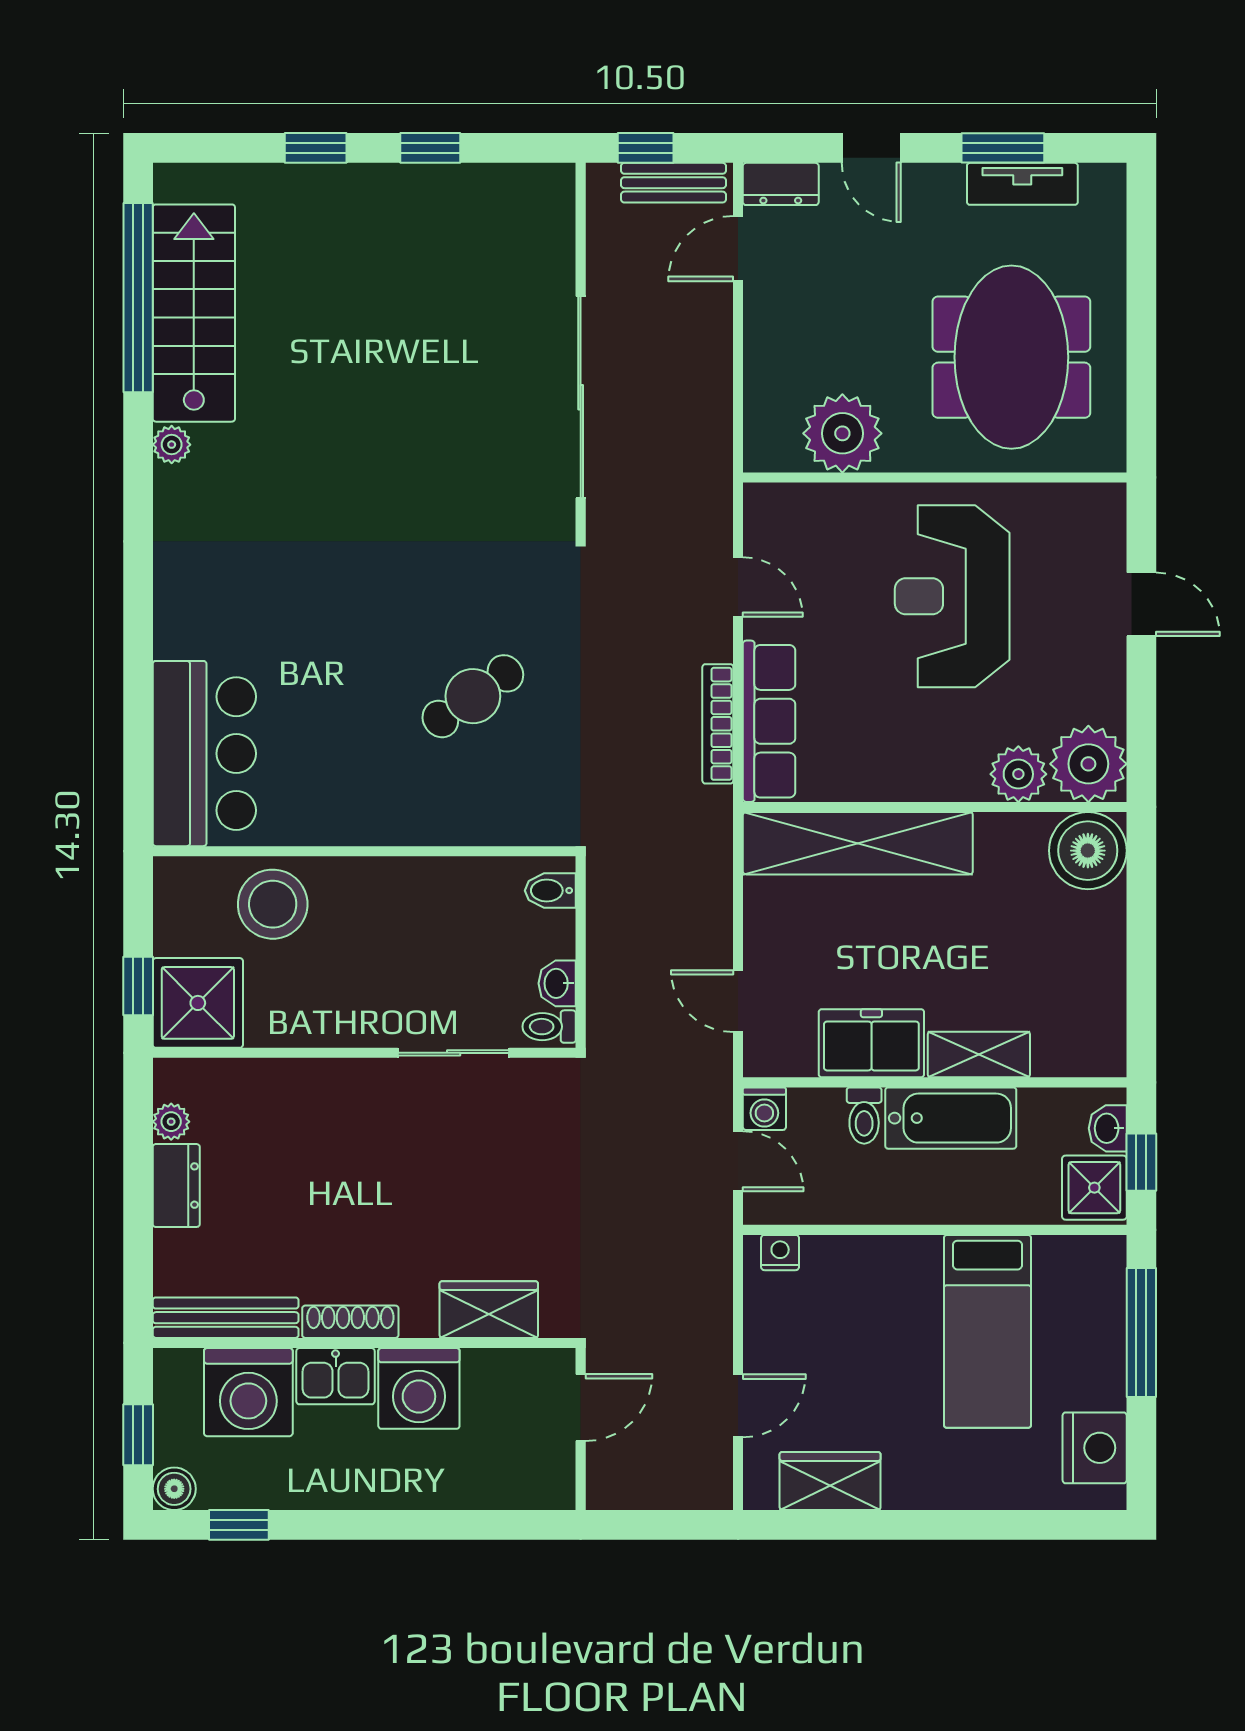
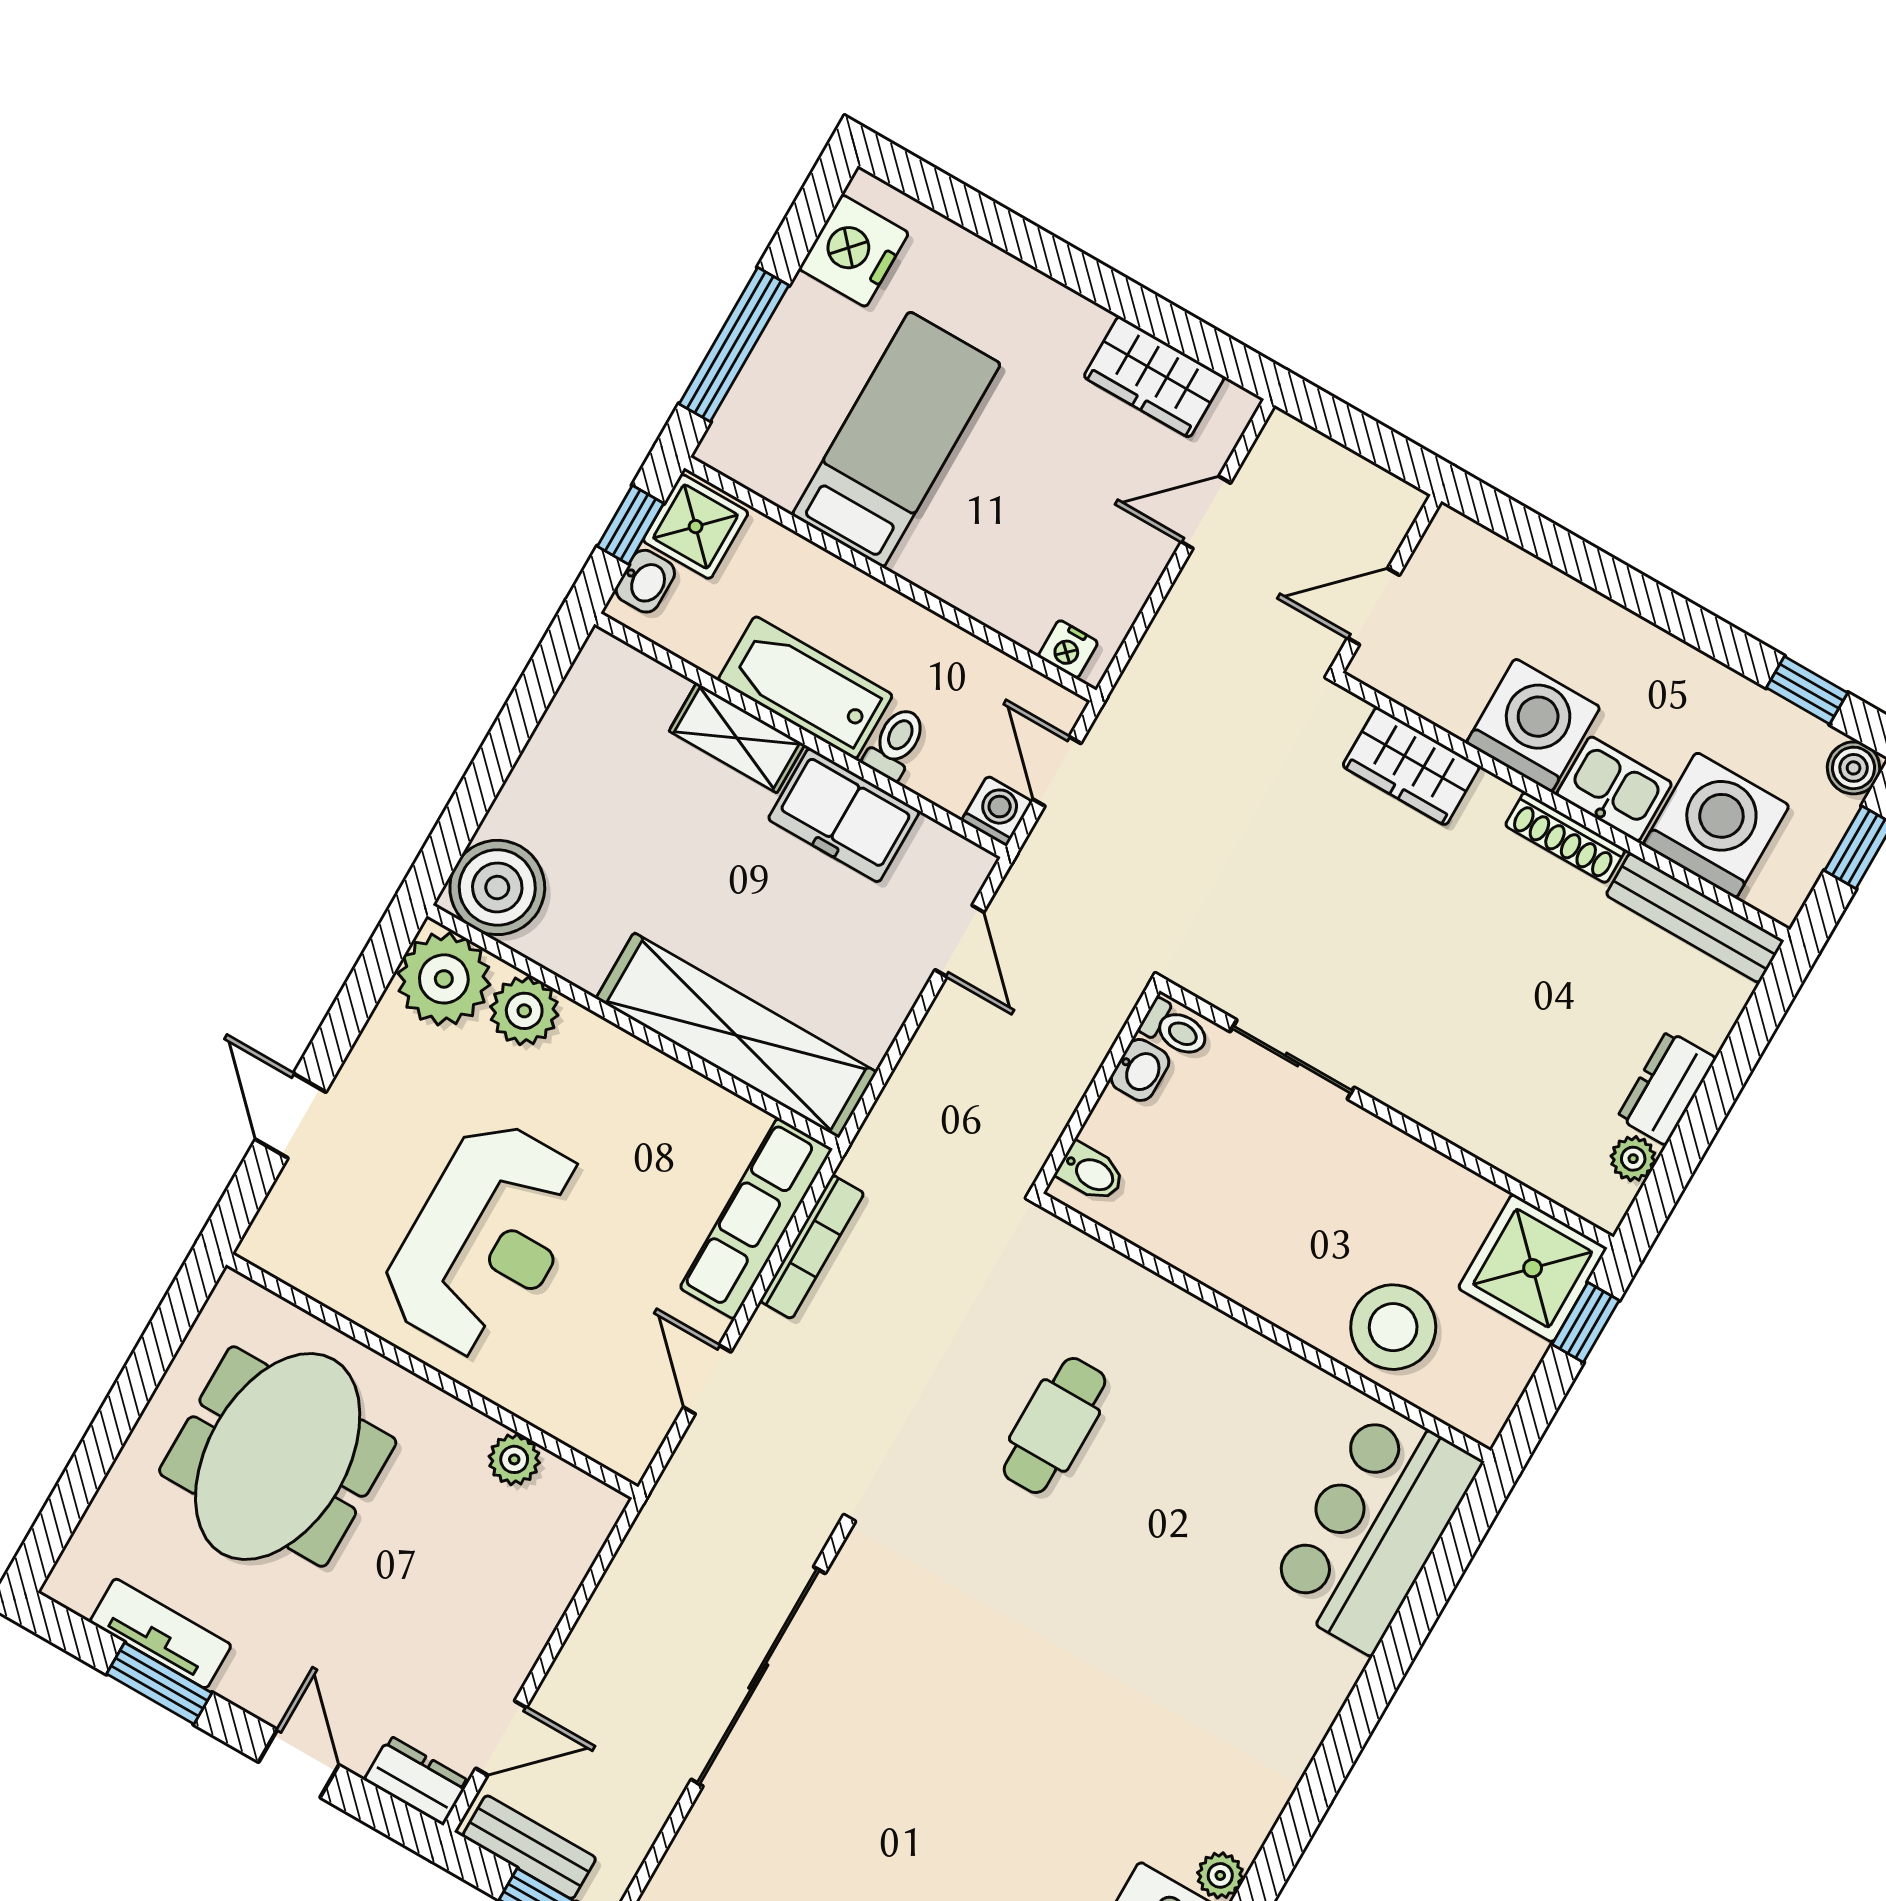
plant: (842, 433) -> (514, 1459), width x0.53, depth x0.53
cafe table: (473, 696) -> (1054, 1426), turned -55

